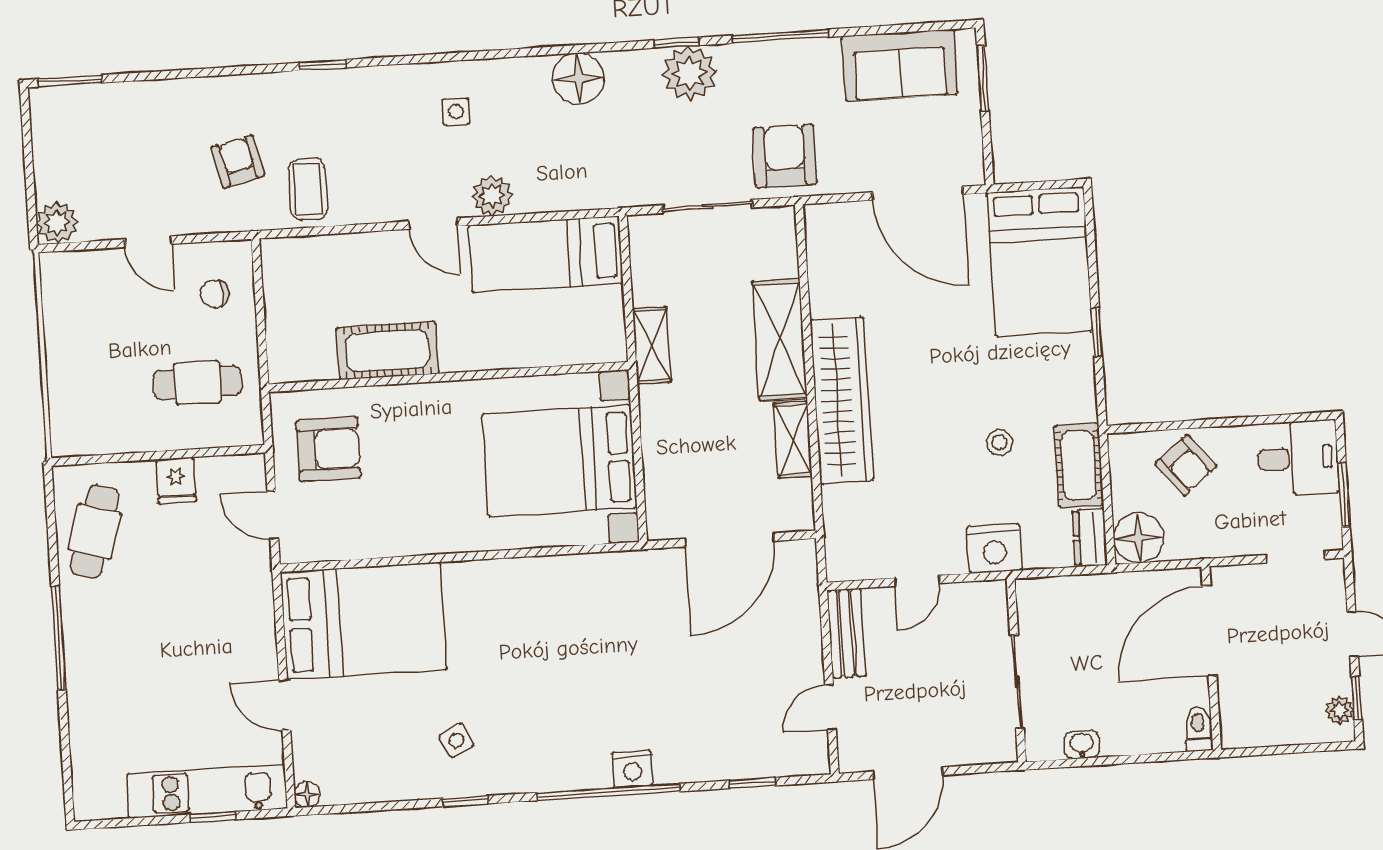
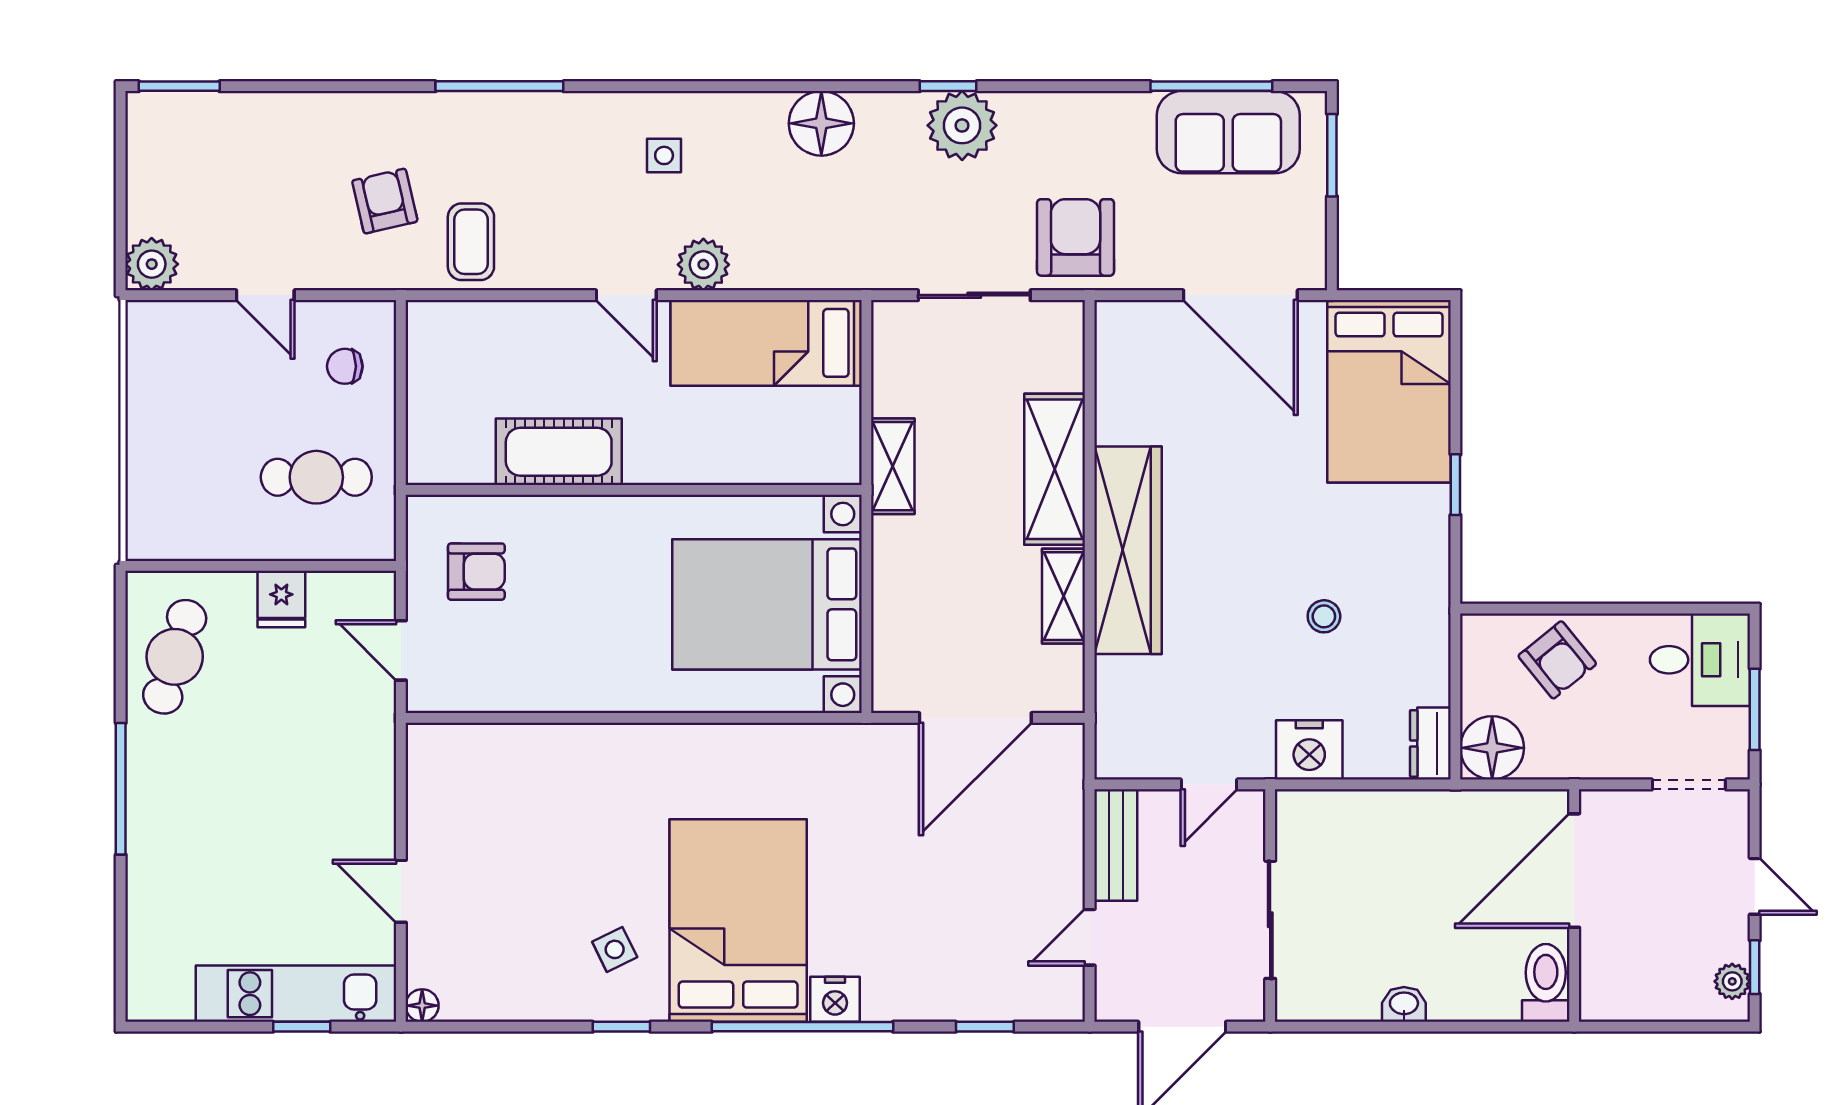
window: (780, 36) -> (1211, 86), moved
window: (323, 65) -> (499, 86), width x2.17
armchair: (328, 449) -> (476, 572), width x0.72, depth x0.72
cot: (1079, 465) -> (1422, 651), removed
bed: (364, 621) -> (738, 921), moved, turned -90
wall: (1016, 670) -> (1270, 906), moved
sliding door: (1017, 682) -> (1270, 920), moved
toilet: (1198, 729) -> (1546, 983), width x1.37, depth x1.39

